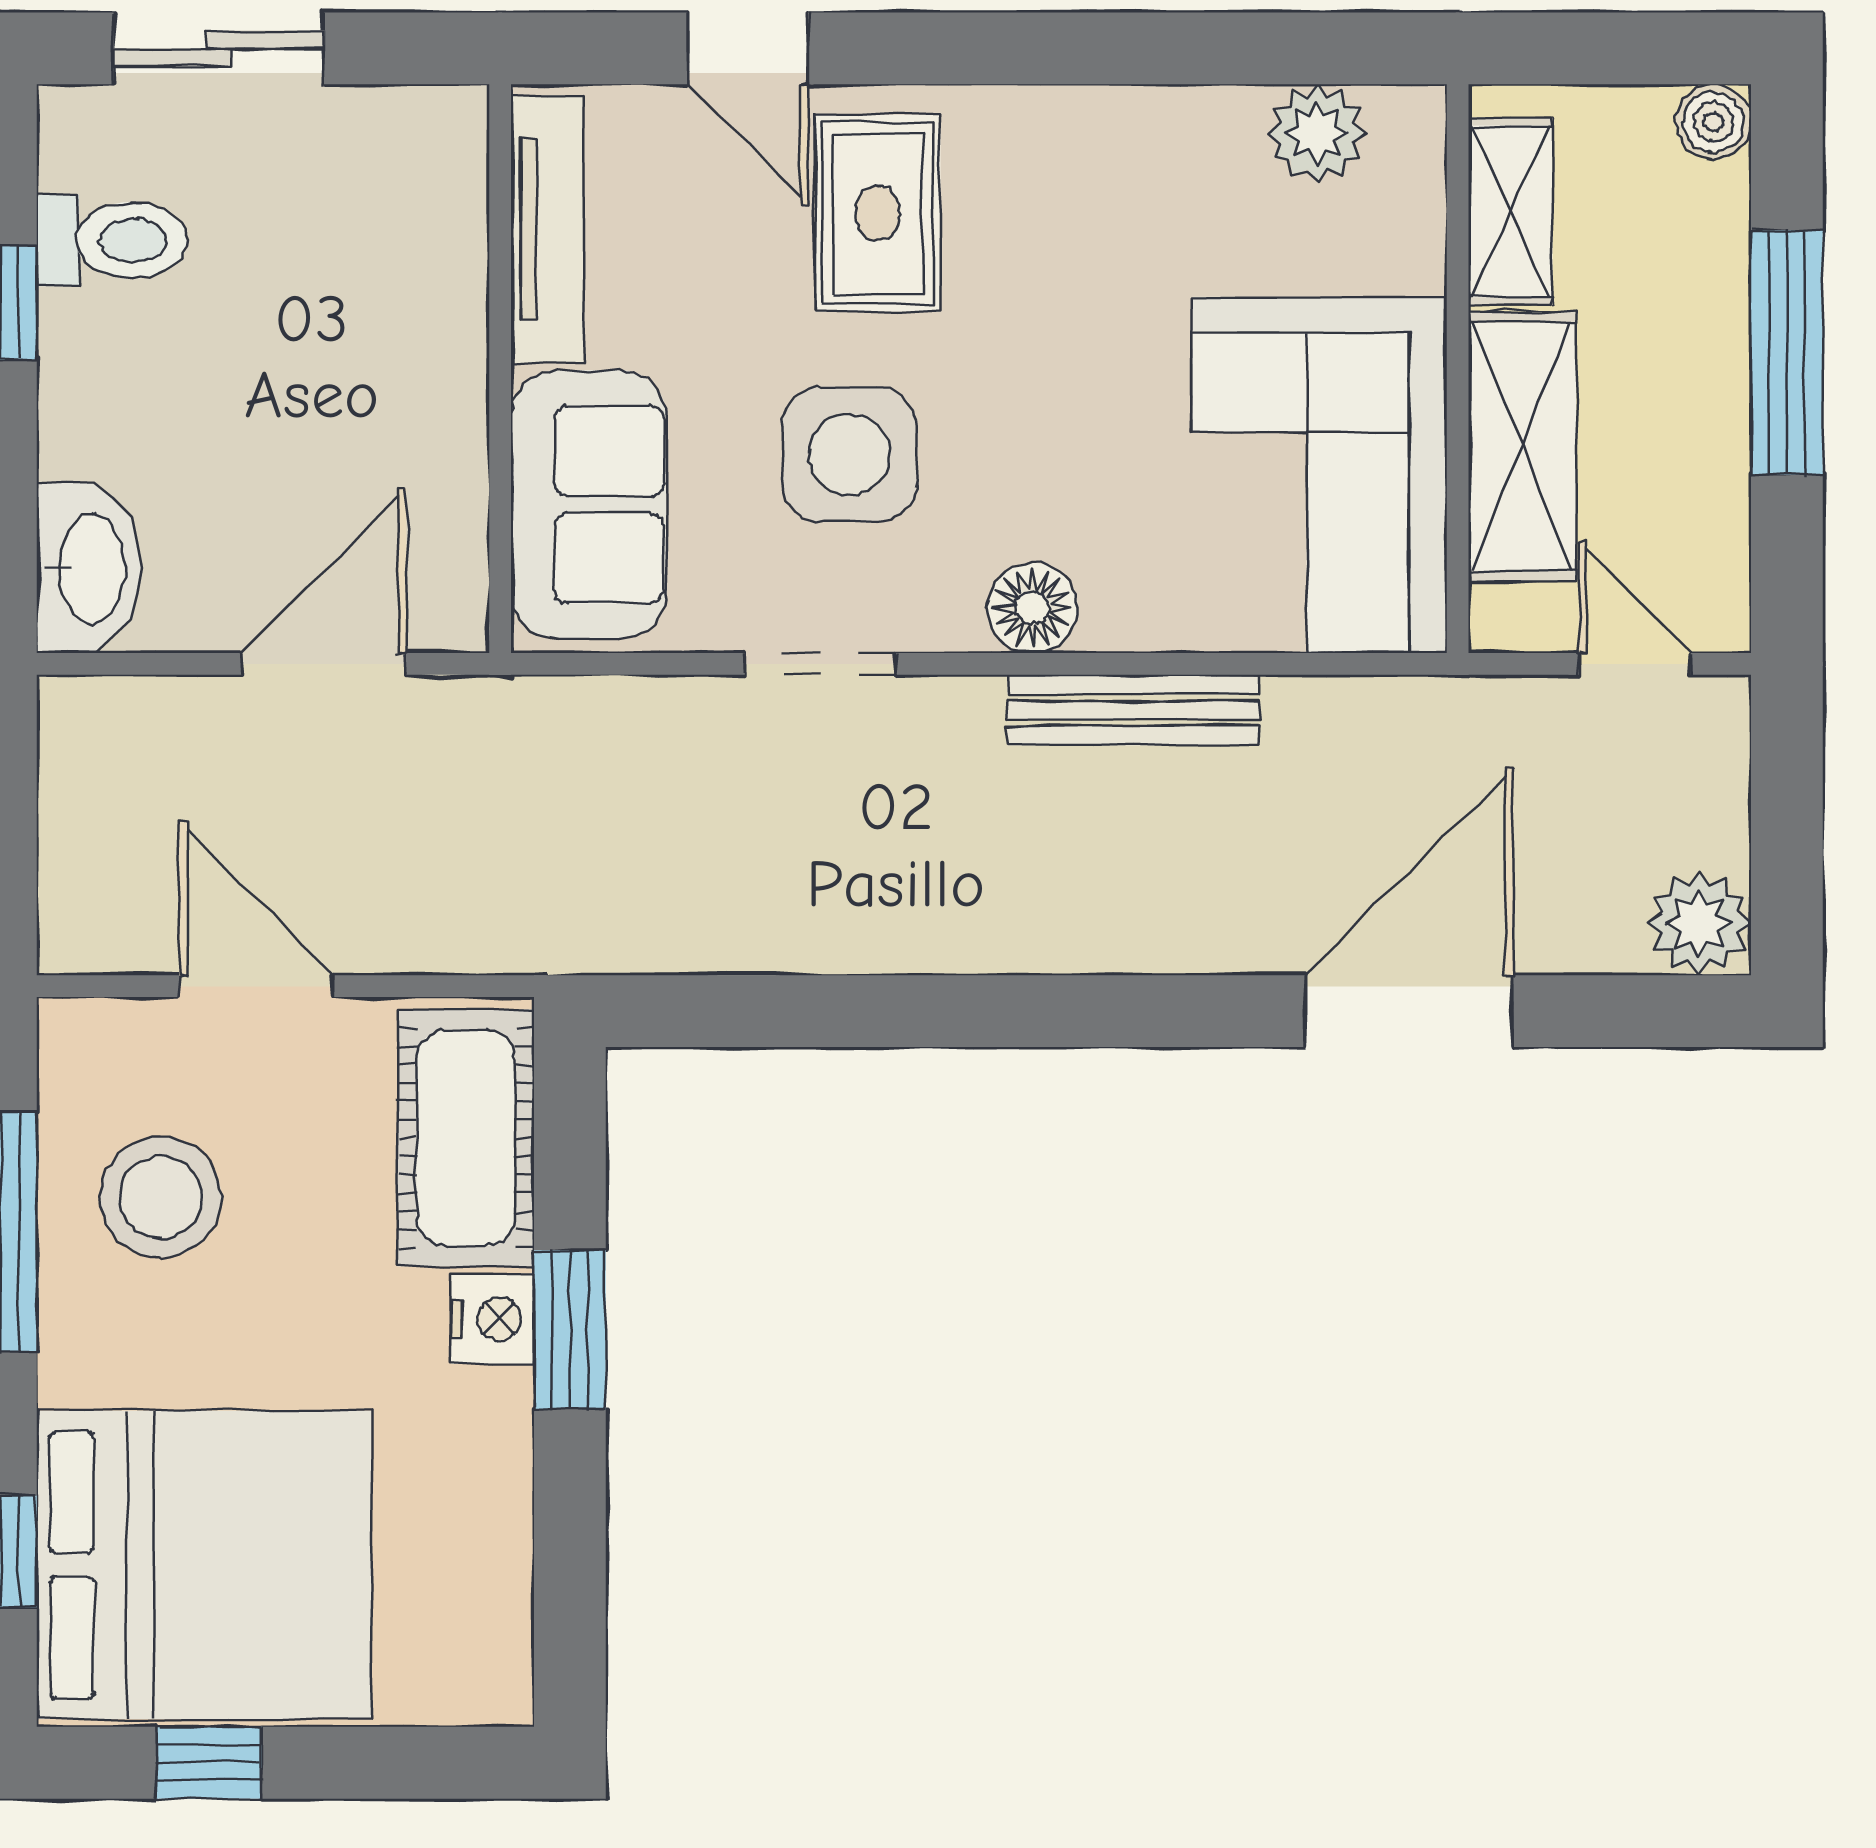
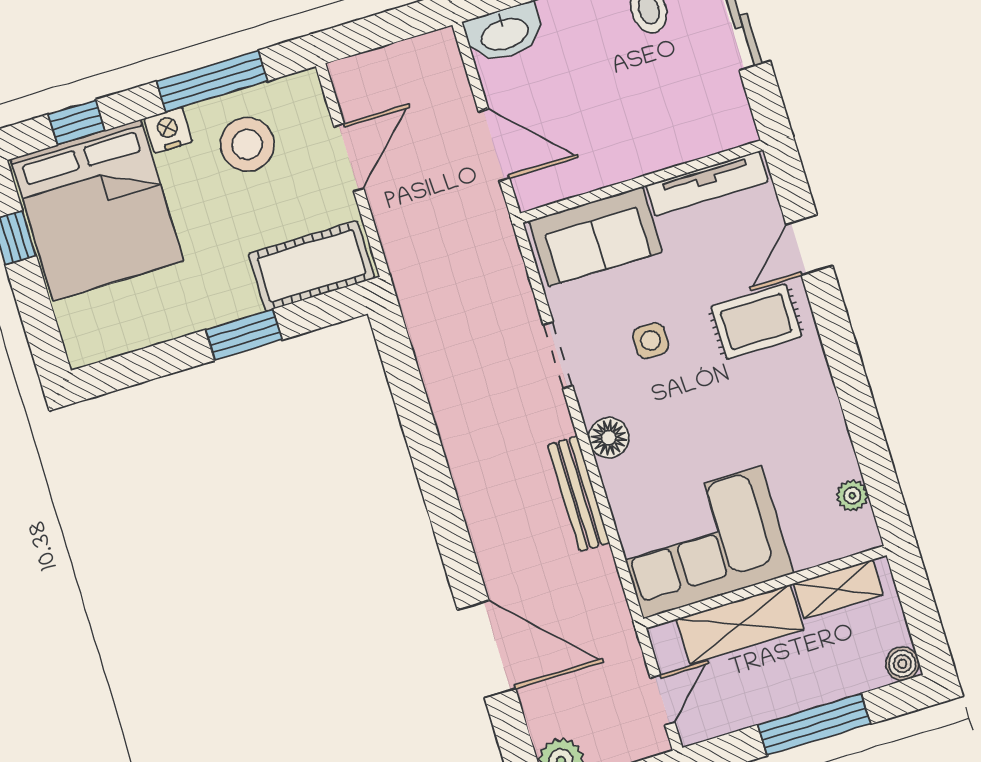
plant: (1317, 133) -> (852, 496), width x0.73, depth x0.73
side table: (850, 454) -> (650, 341), width x0.54, depth x0.54
nightstand: (493, 1319) -> (168, 130), moved, turned 180

